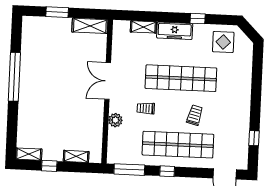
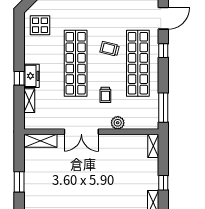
window: (198, 19) -> (19, 78), moved
shelving: (90, 26) -> (40, 141), moved, turned 90
freezer: (175, 31) -> (32, 76), width x0.71
shelving: (76, 156) -> (153, 146), moved
window: (167, 171) -> (163, 51), moved

